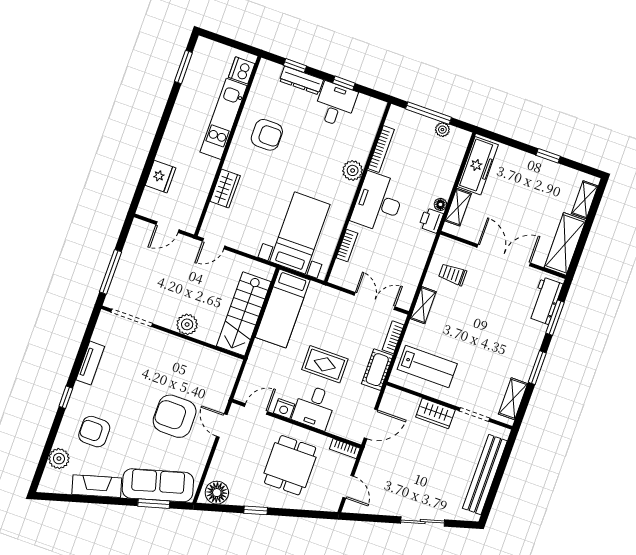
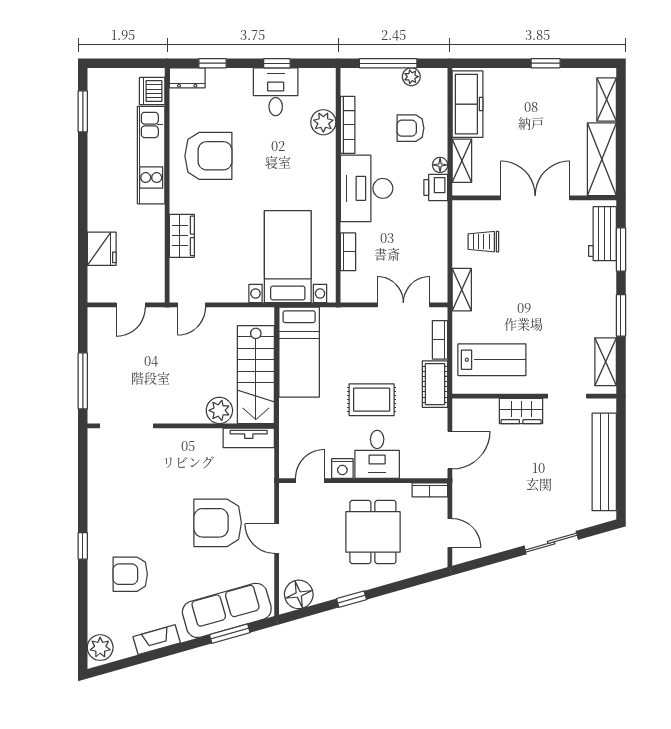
dresser: (301, 80) -> (187, 78), moved, width x0.70
armchair: (267, 135) -> (208, 156), width x1.36, depth x1.36
armchair: (428, 168) -> (410, 128), added
plant: (353, 170) -> (323, 122), moved
plant: (187, 324) -> (219, 410), moved
tv unit: (90, 363) -> (249, 438), moved, turned 90
door: (222, 425) -> (277, 539), moved
plant: (59, 459) -> (100, 648), moved
fireplace: (97, 486) -> (157, 640), width x0.73, depth x0.76

